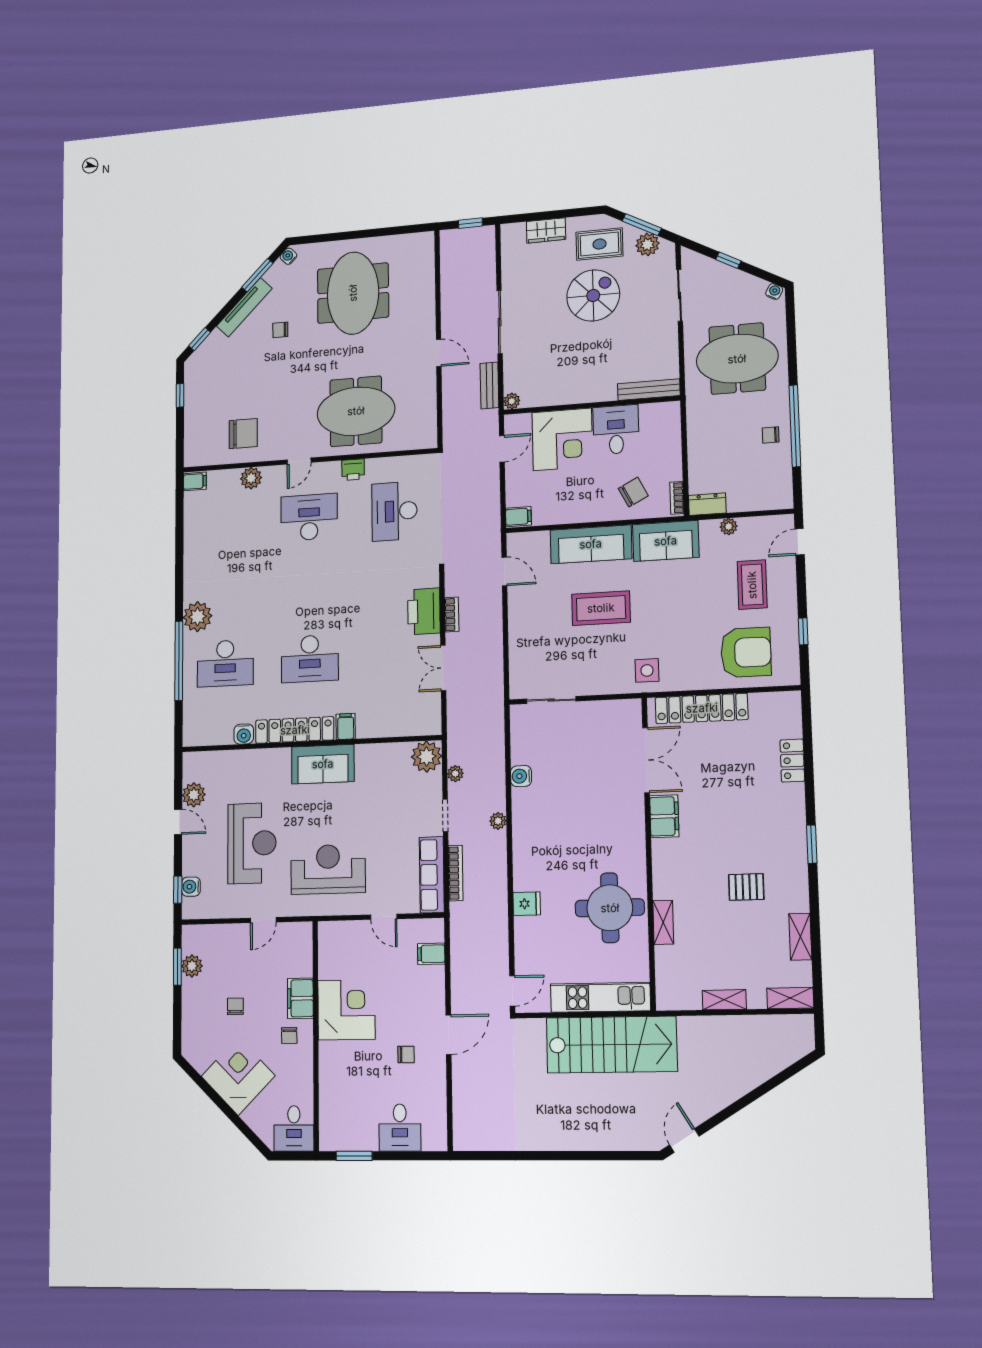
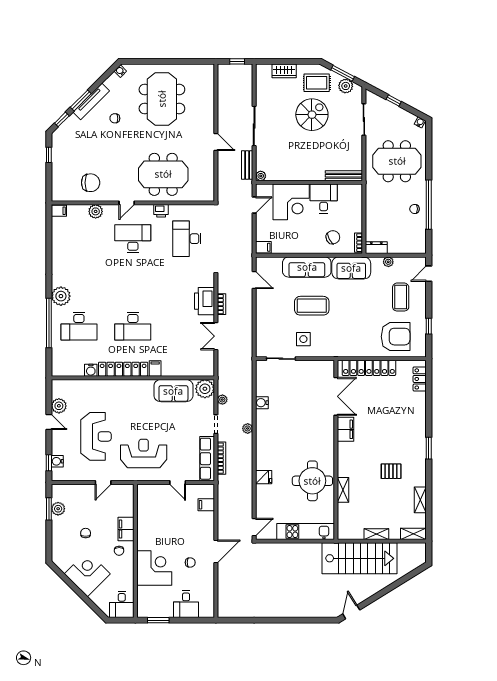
window: (257, 275) -> (81, 100), moved
side table: (647, 670) -> (303, 339), moved
locker: (792, 761) -> (420, 379), moved
sofa: (323, 764) -> (173, 391), moved
corner desk: (346, 1010) -> (154, 568), moved
stairs: (612, 1045) -> (360, 558), moved

